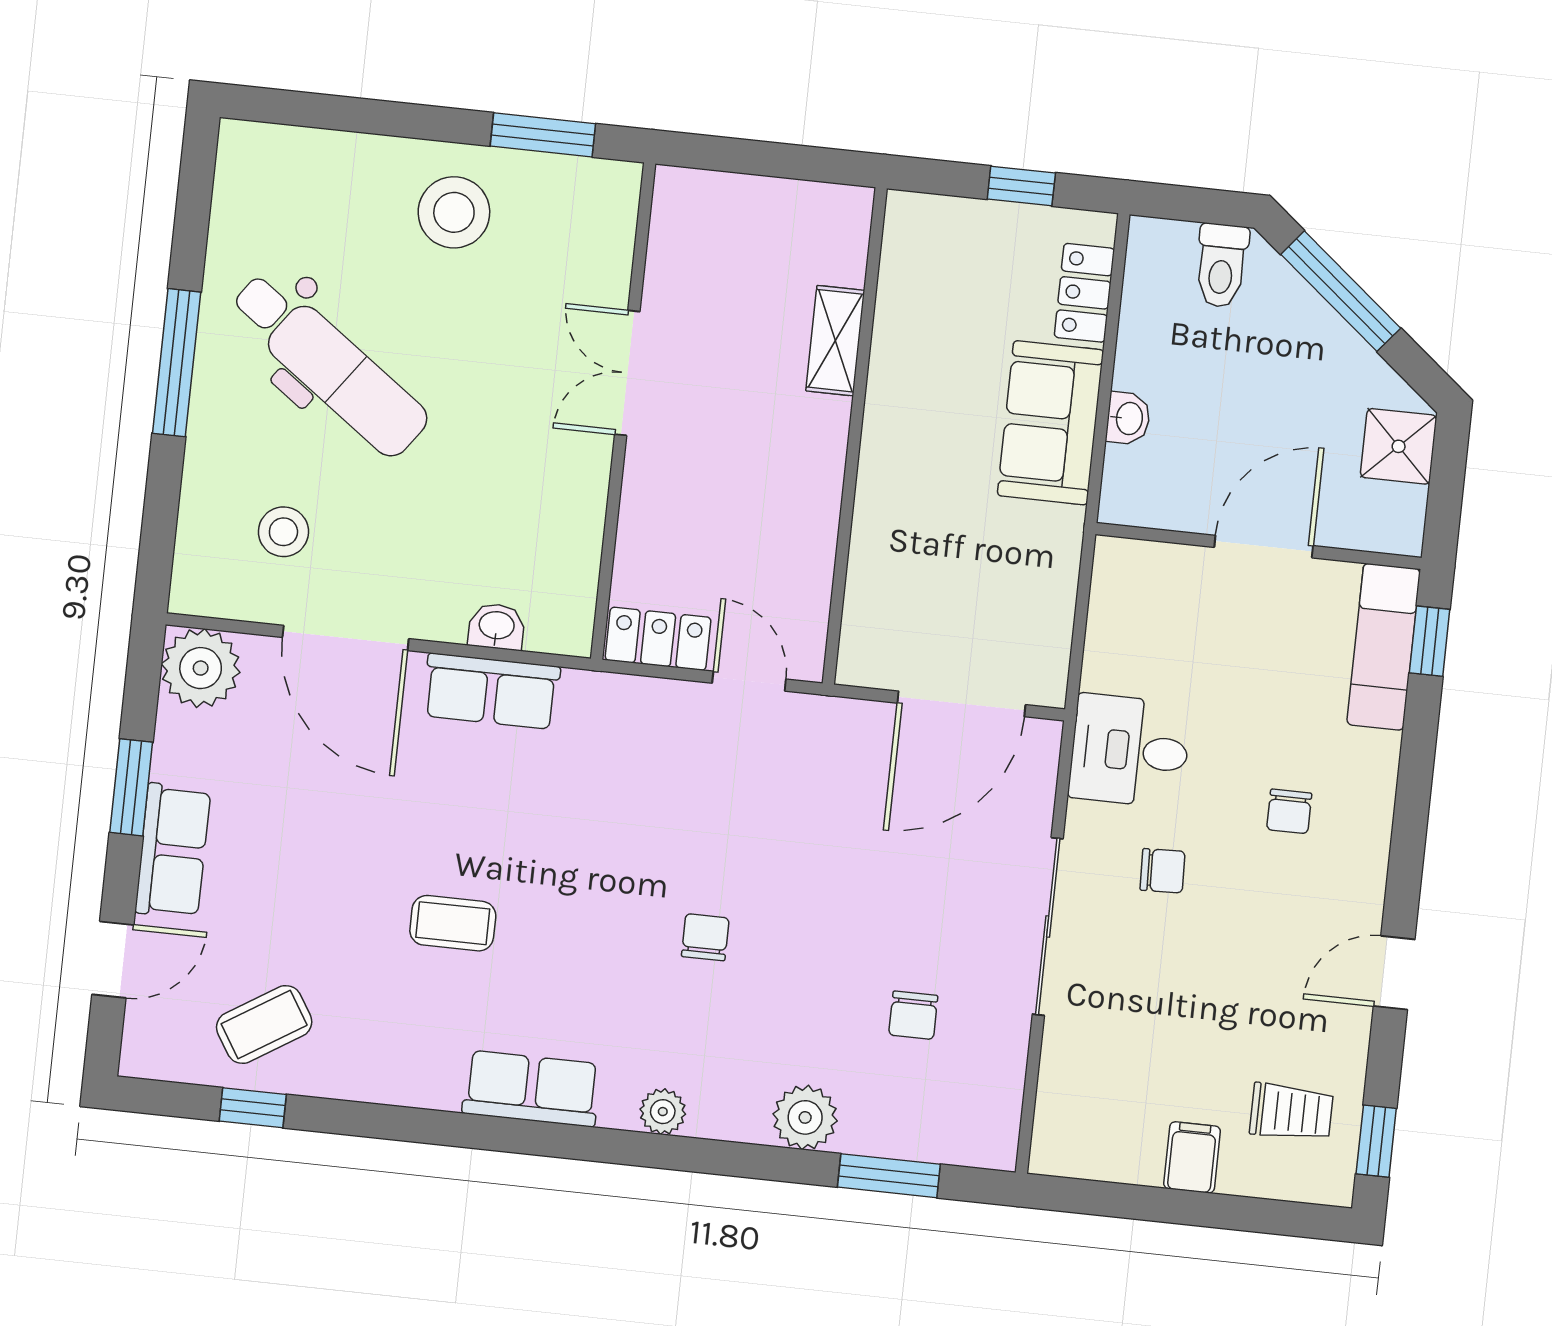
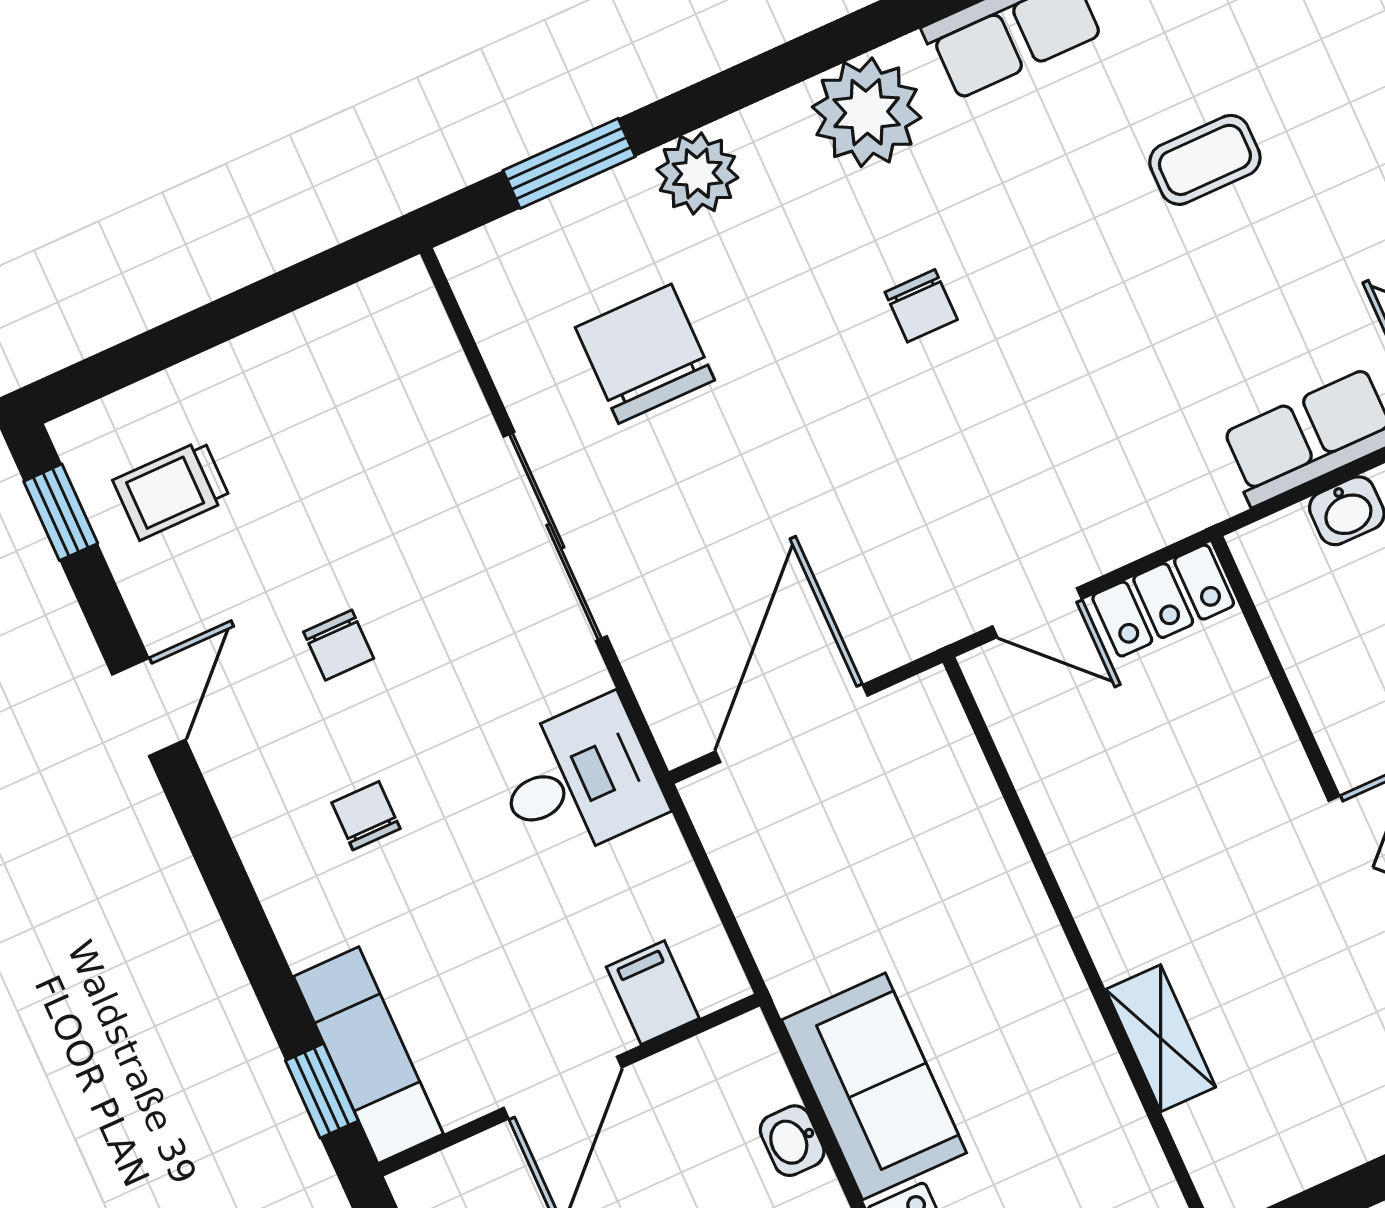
chair: (1163, 871) -> (339, 645), moved, turned -88
chair: (913, 1015) -> (645, 354), width x1.87, depth x1.87
plant: (663, 1112) -> (867, 112), width x1.87, depth x1.87
filing cabinet: (1192, 1157) -> (653, 993), moved, turned 180

